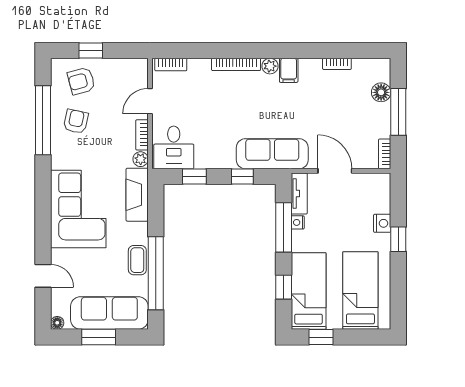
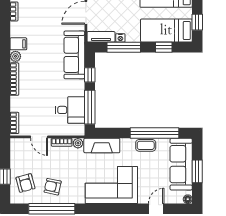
desk: (174, 147) -> (70, 110), moved
window: (194, 177) -> (90, 107), width x2.17

